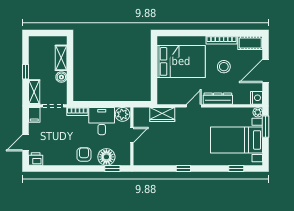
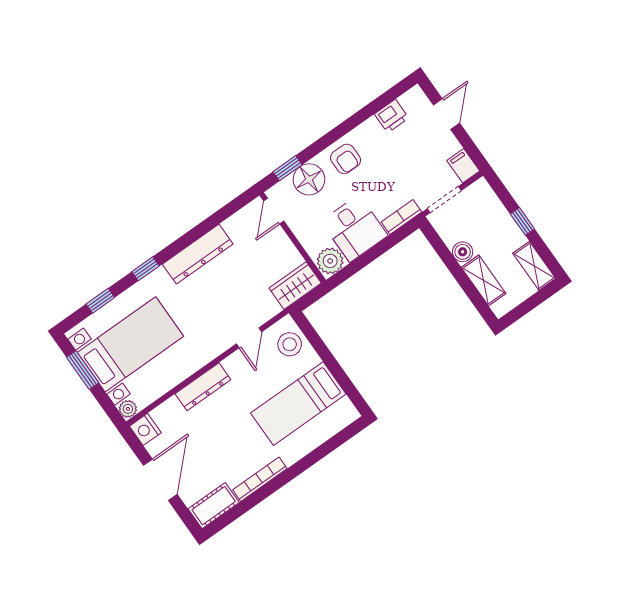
bed: (181, 61) -> (298, 404), width x0.67
stool: (224, 67) -> (290, 344), moved
shelving: (34, 92) -> (534, 266), moved
door: (194, 106) -> (249, 338), moved
wardrobe: (162, 114) -> (295, 286), moved
window: (266, 127) -> (83, 370), moved
door: (132, 135) -> (274, 211), moved
printer: (36, 159) -> (392, 116), moved
dresser: (179, 159) -> (198, 254), added
window: (183, 169) -> (145, 269), moved

